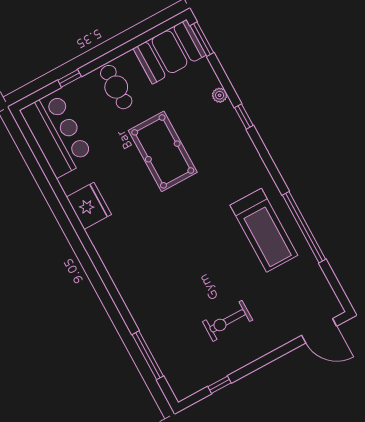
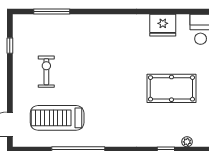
treadmill: (264, 230) -> (57, 118), moved

